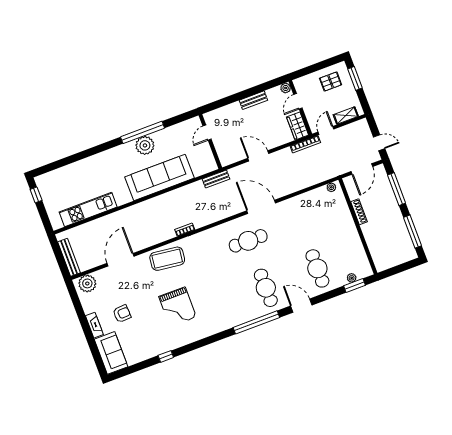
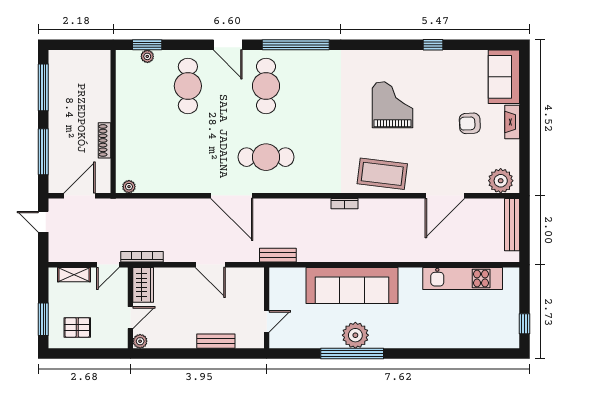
bench: (253, 100) -> (216, 341), moved

